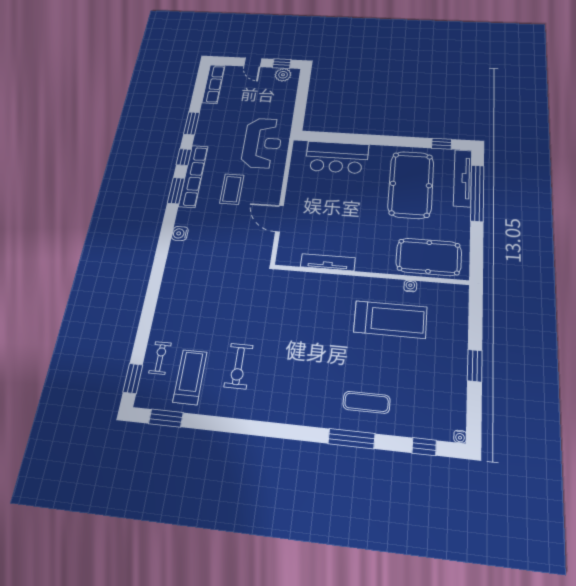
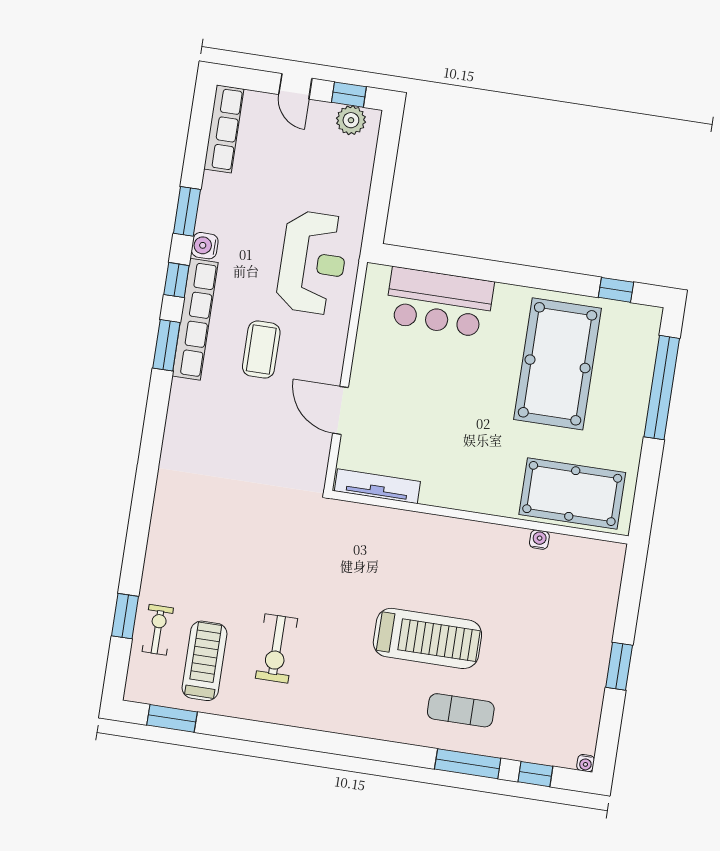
tv unit: (463, 178) -> (642, 358), removed
water cooler: (180, 233) -> (205, 246), moved
tv unit: (328, 262) -> (377, 486), moved
treadmill: (390, 319) -> (427, 638), moved
window: (133, 378) -> (125, 616), moved
window: (351, 439) -> (468, 764), moved

